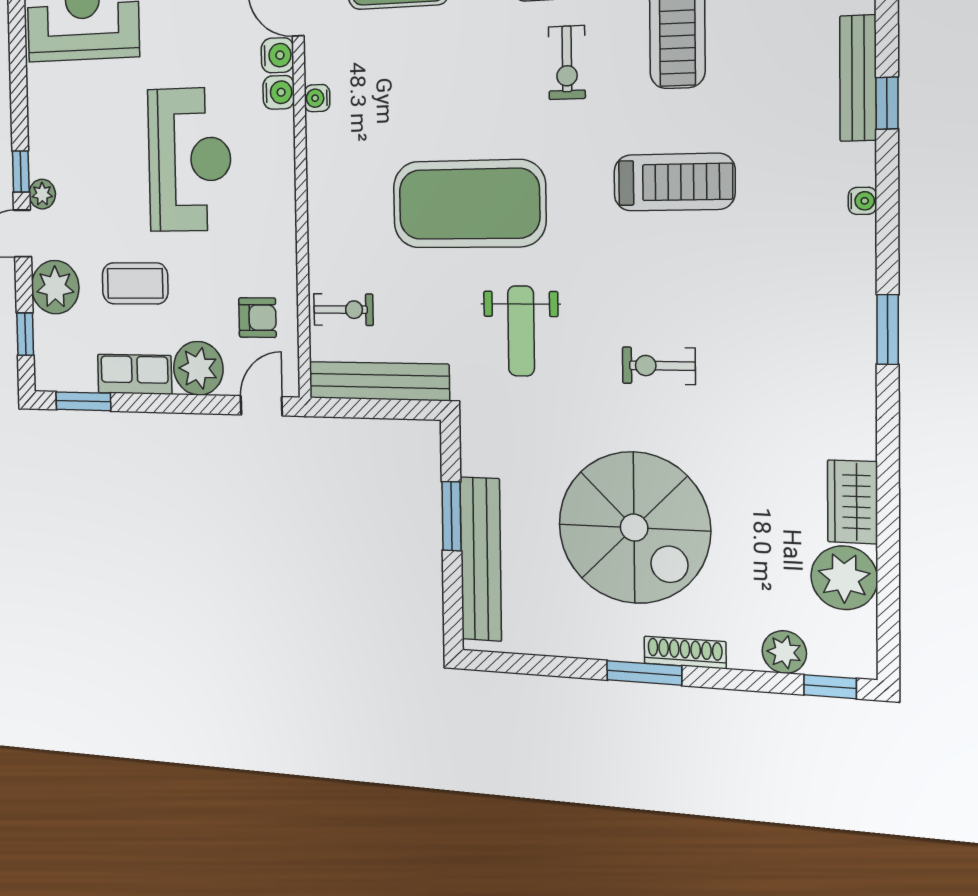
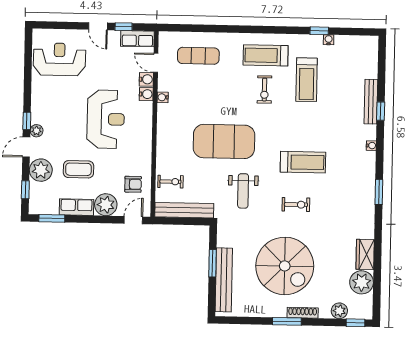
treadmill: (674, 182) -> (303, 162), moved
exercise bike: (659, 366) -> (296, 205), turned 180

